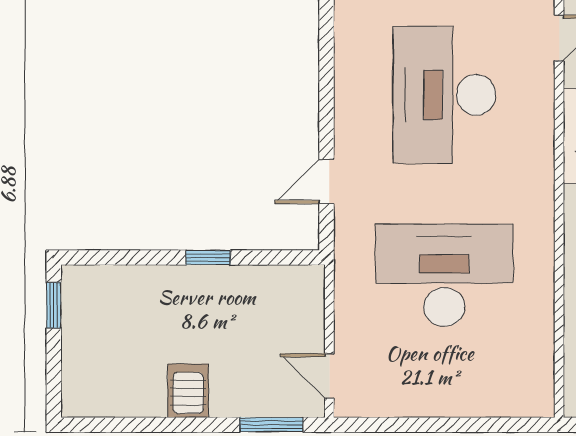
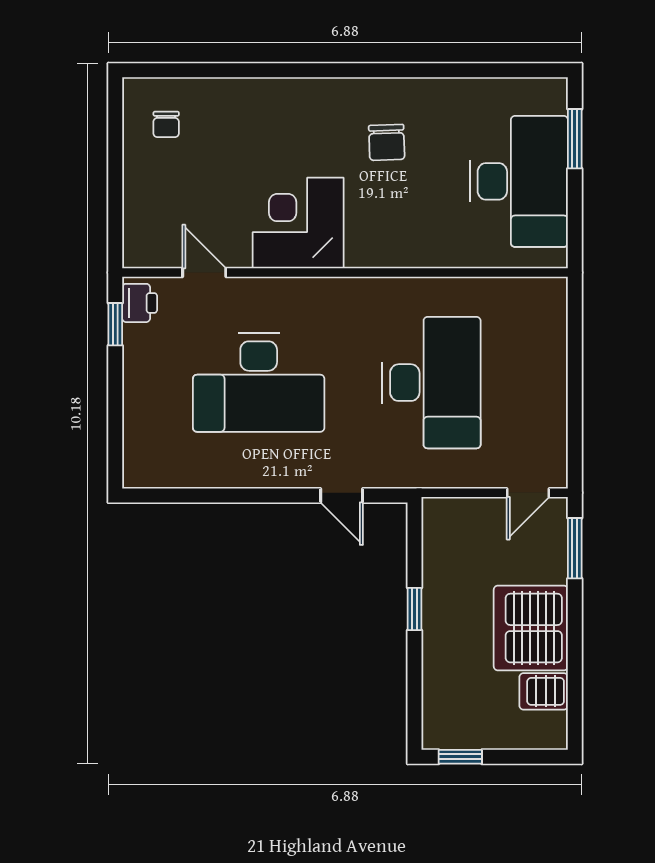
desk: (444, 275) -> (431, 383), turned 180
server rack: (188, 391) -> (531, 628), width x2.18, depth x1.44
server rack: (122, 392) -> (544, 691), added

